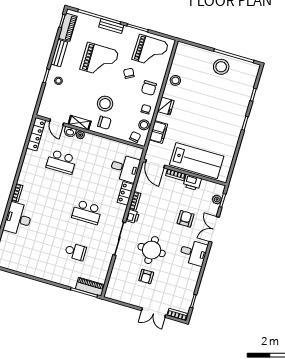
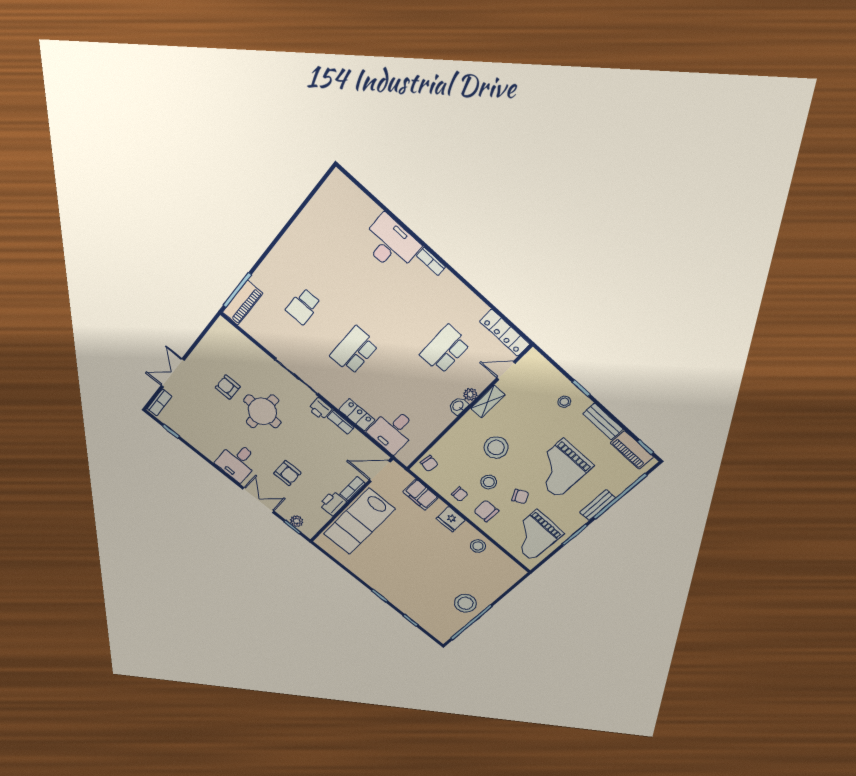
chair: (104, 123) -> (470, 434), removed
stool: (144, 125) -> (489, 482), moved
washbasin: (70, 132) -> (458, 406), moved

